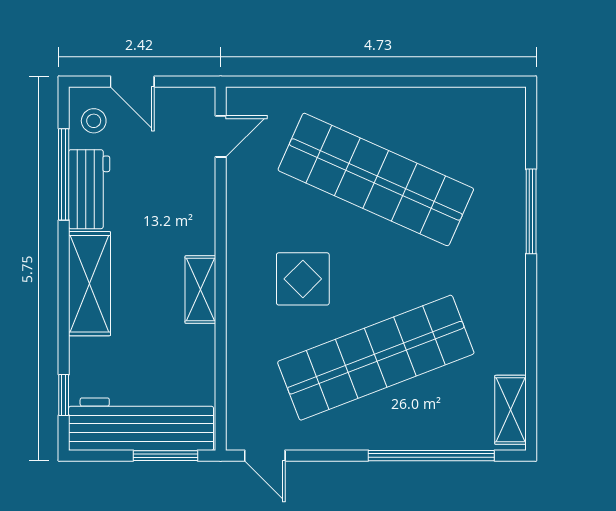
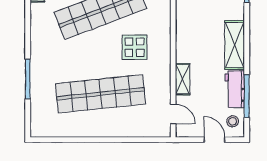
door: (221, 136) -> (173, 114), swing flipped
shop shelf: (376, 179) -> (100, 94), turned -30
shelving: (200, 290) -> (183, 79), moved

